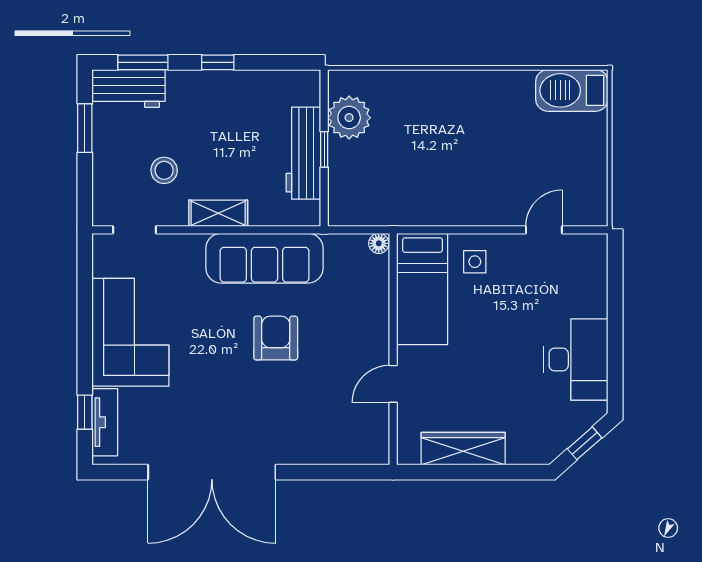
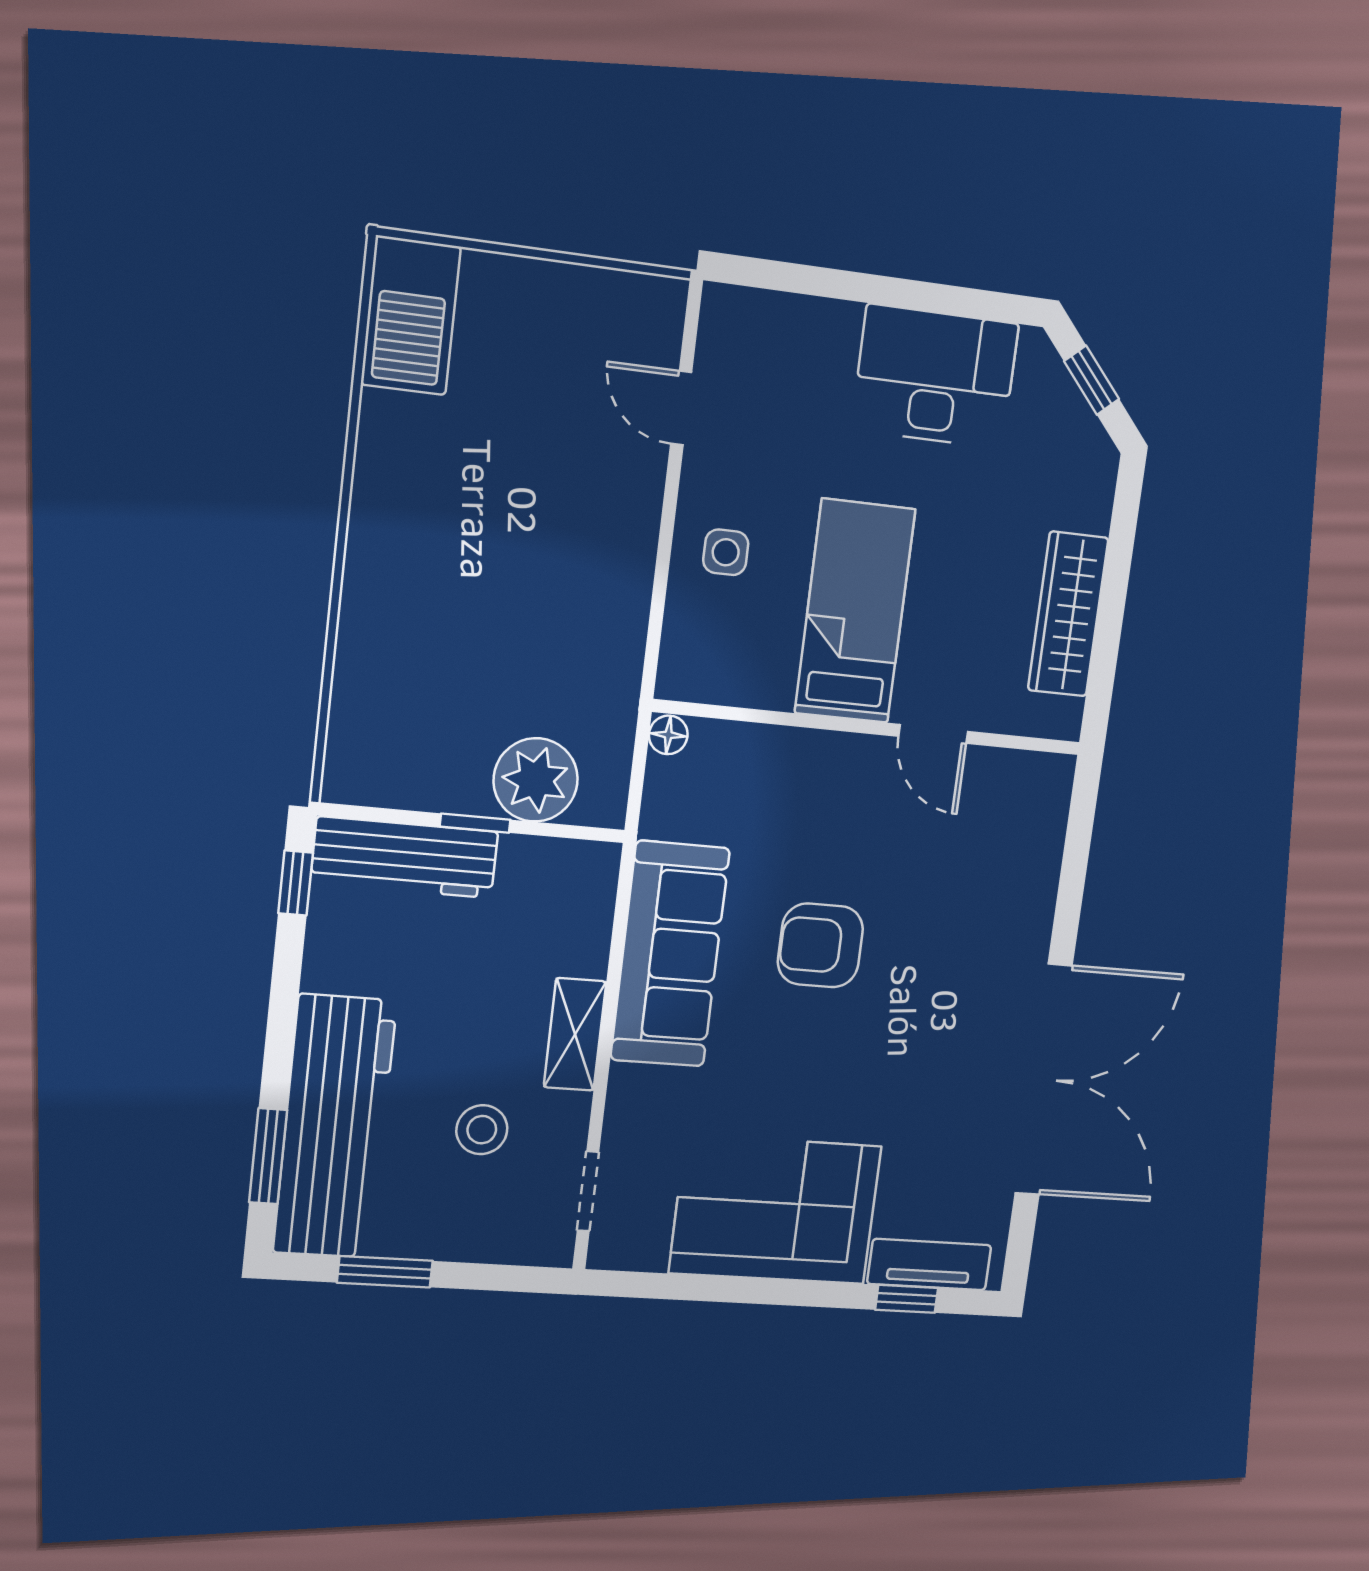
window: (218, 62) -> (296, 883), moved
workbench: (129, 88) -> (335, 1127), width x1.88, depth x1.32
plant: (349, 118) -> (536, 780), moved
workbench: (303, 153) -> (405, 857), moved
bed: (423, 289) -> (855, 611), moved, turned -90

